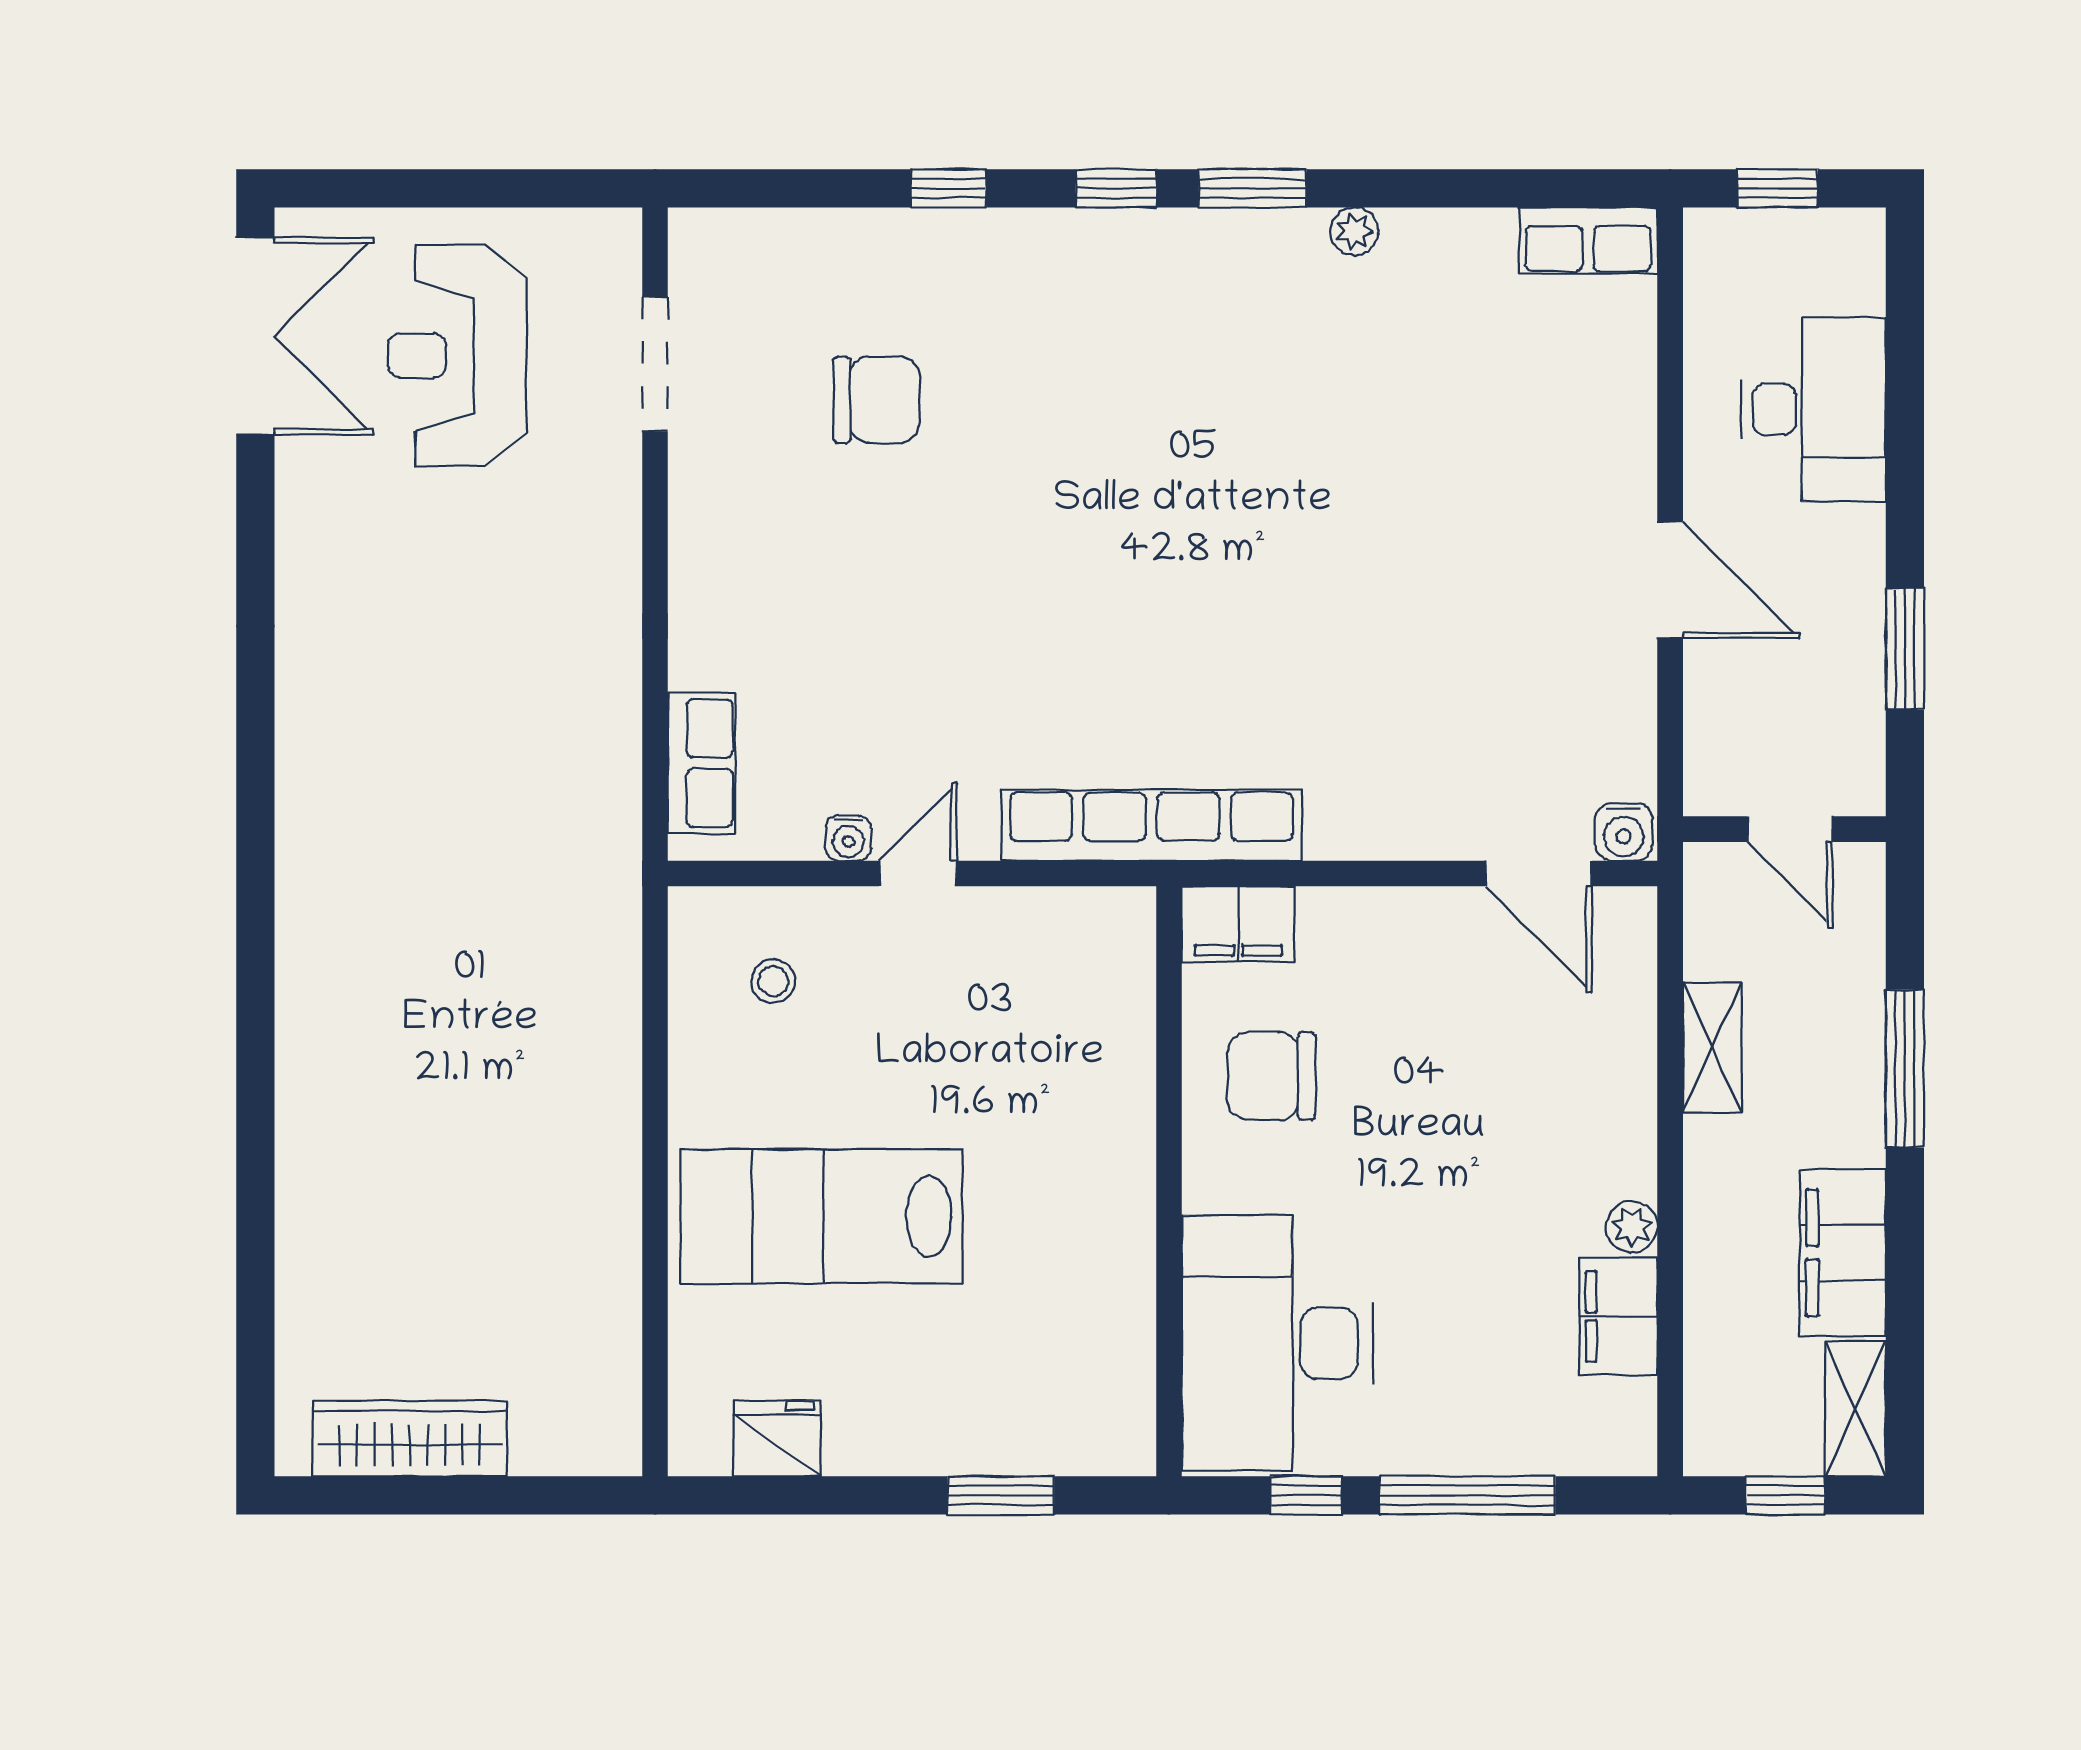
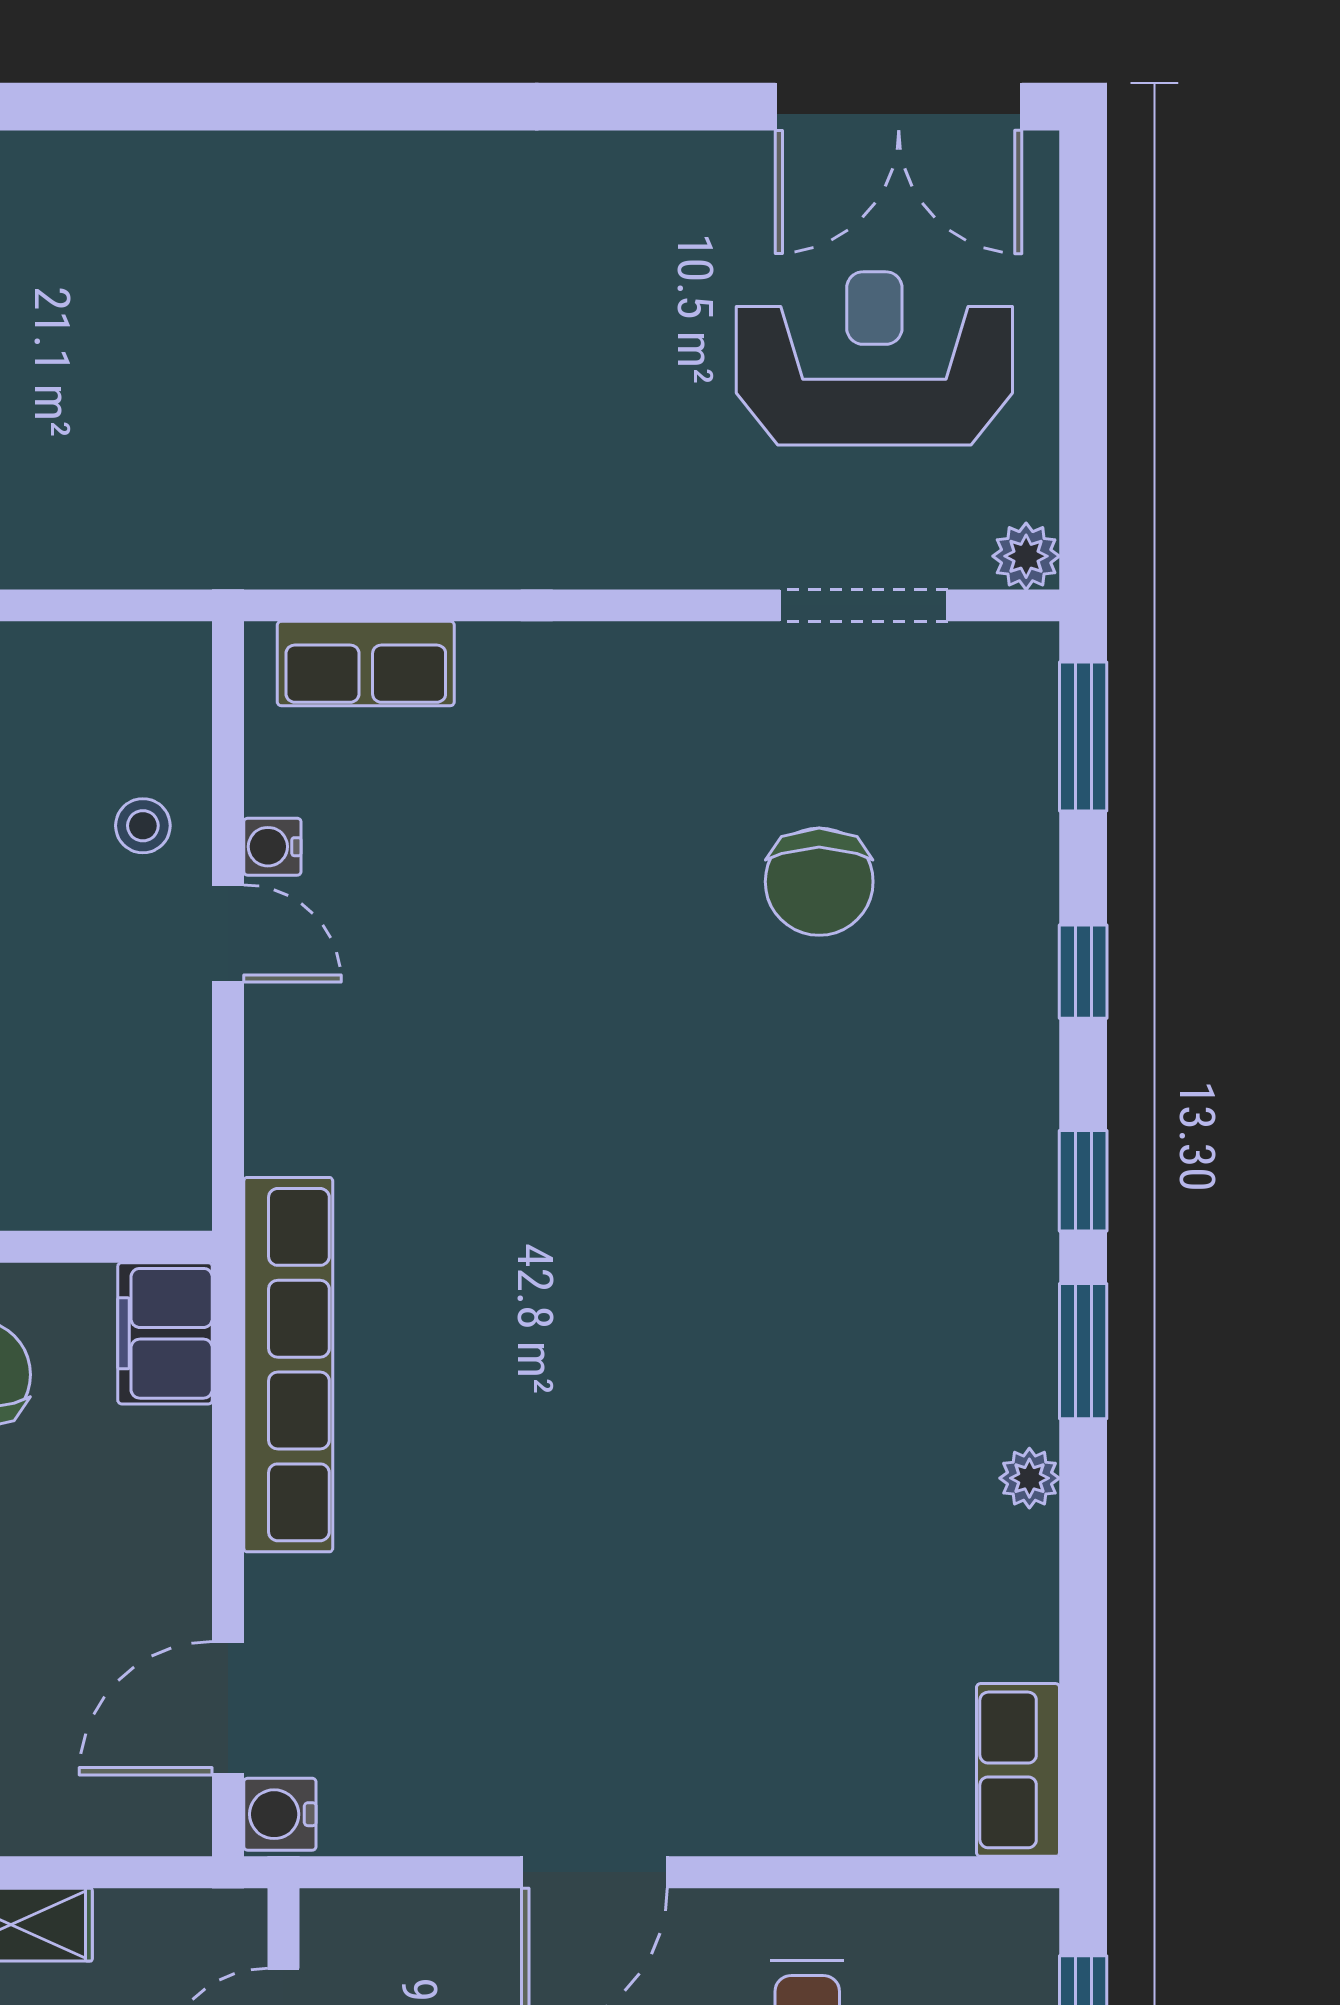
window: (760, 188) -> (1083, 736), added
plant: (616, 234) -> (1026, 556), added
row of seats: (1151, 825) -> (288, 1365), moved
stool: (773, 981) -> (143, 826), moved

